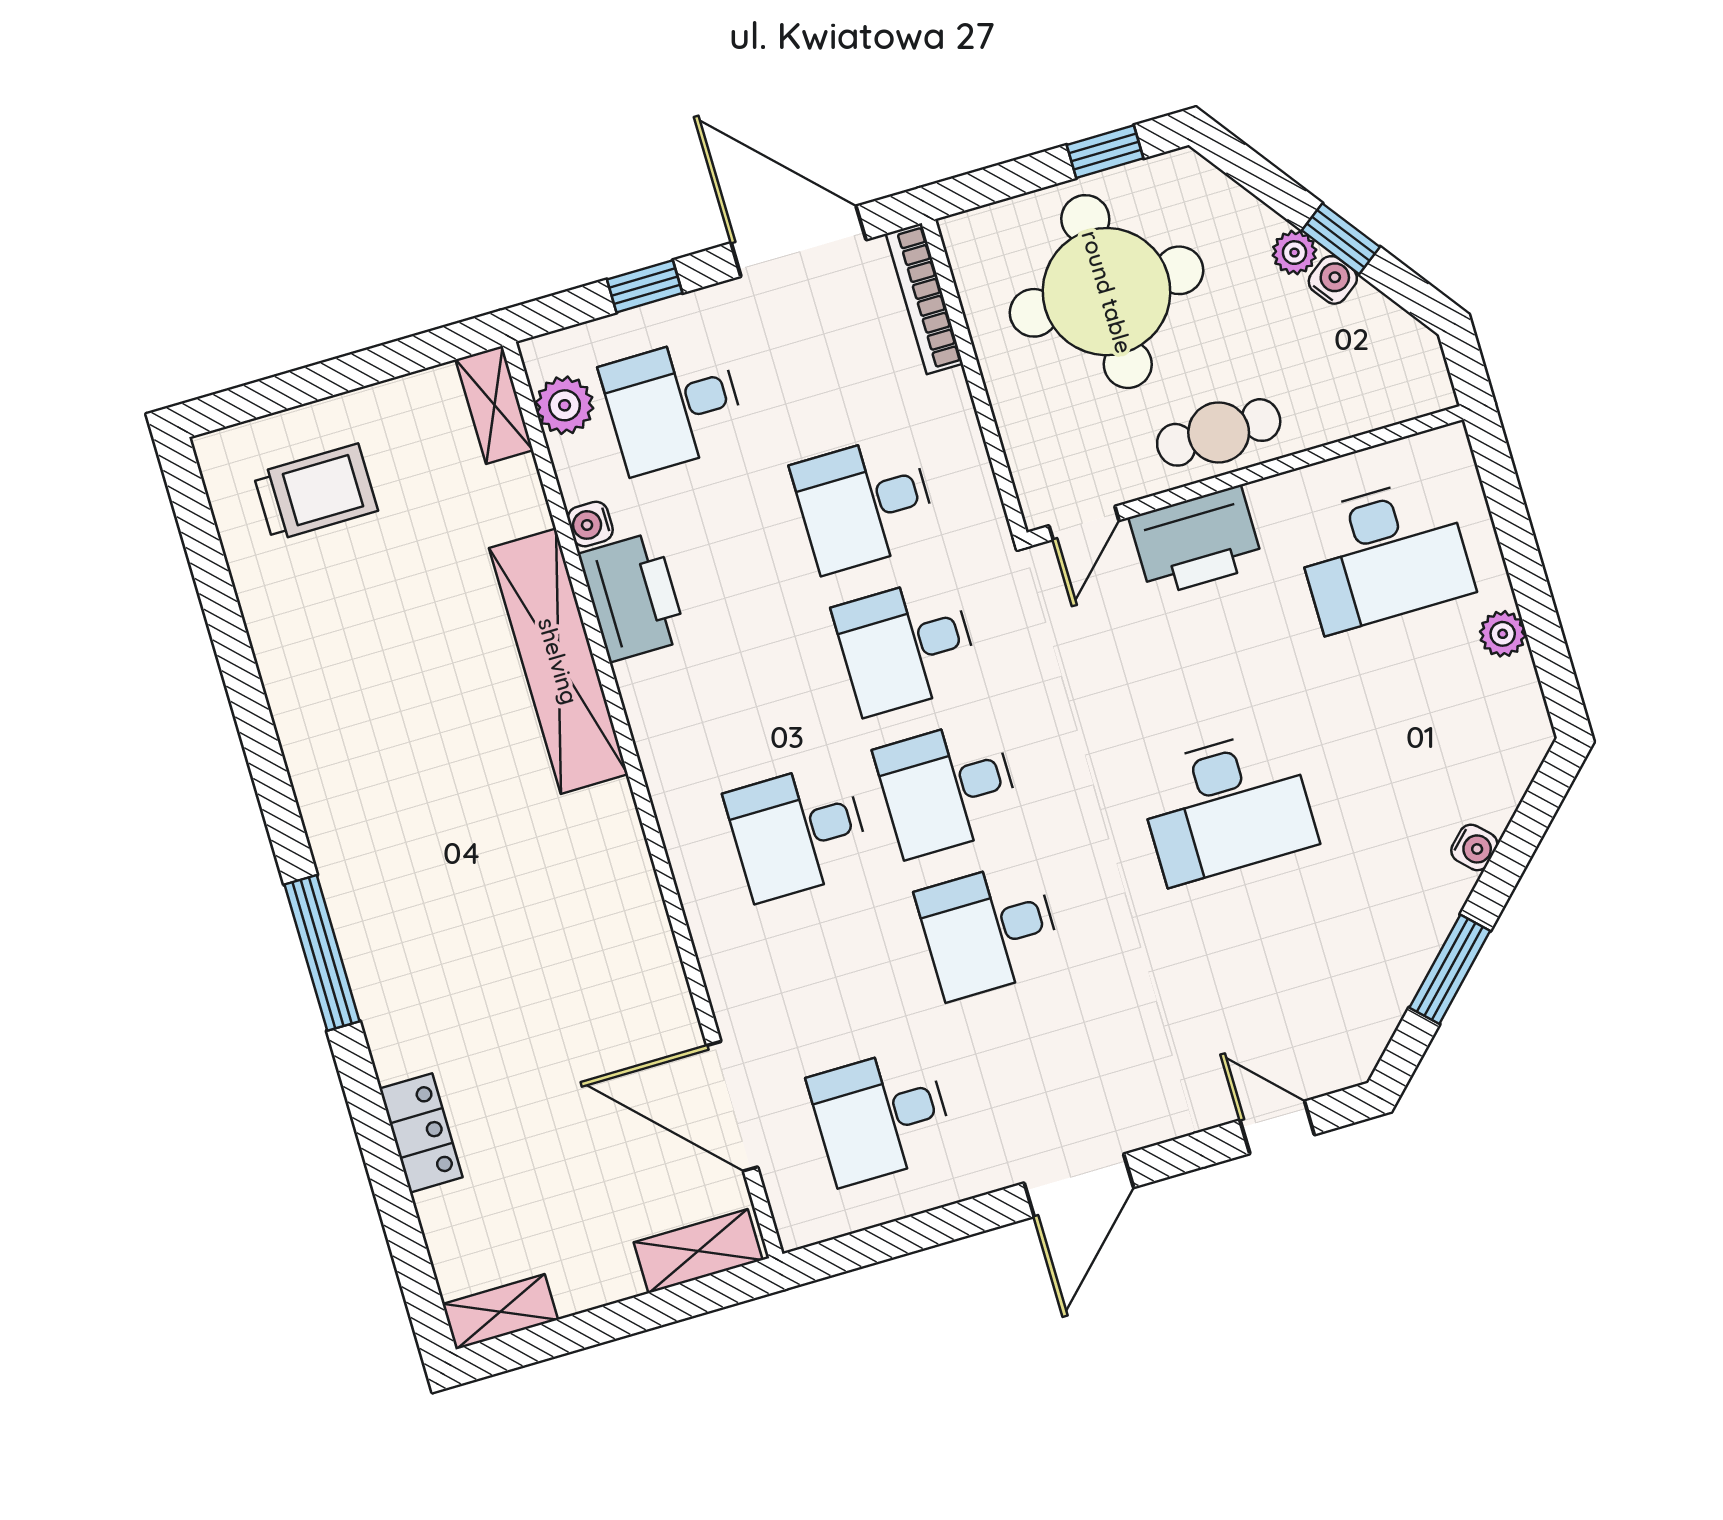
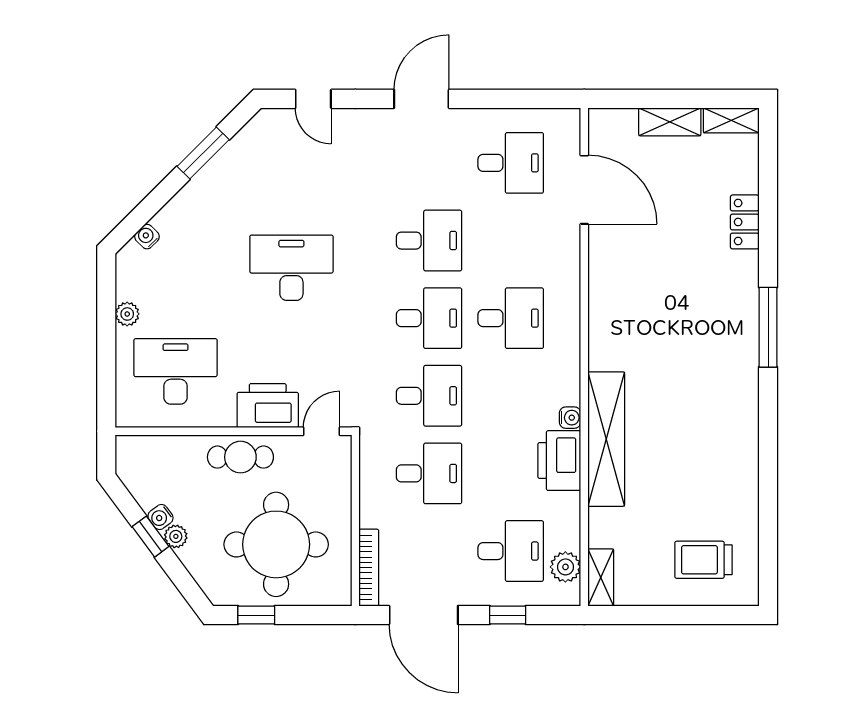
water cooler: (590, 524) -> (570, 418), moved
water cooler: (1474, 847) -> (147, 237), moved
shelving: (698, 1251) -> (670, 122), moved

